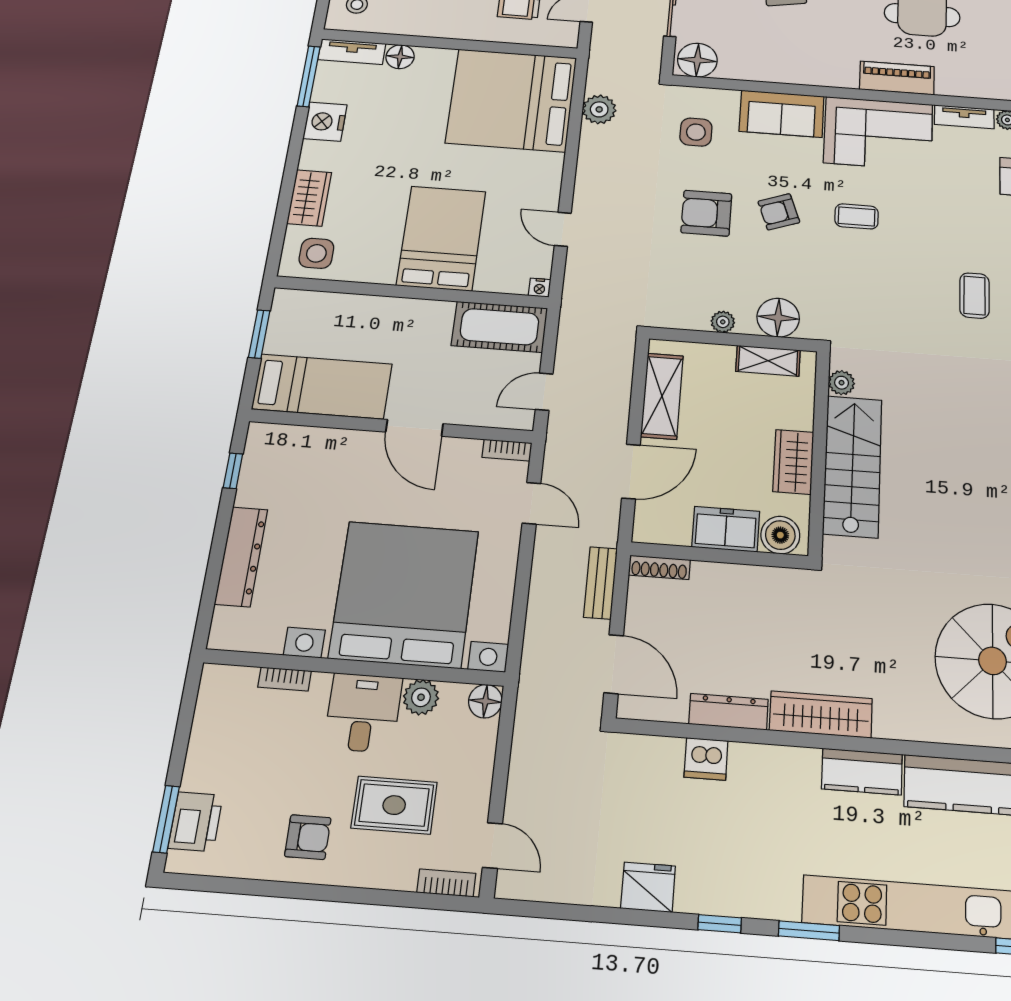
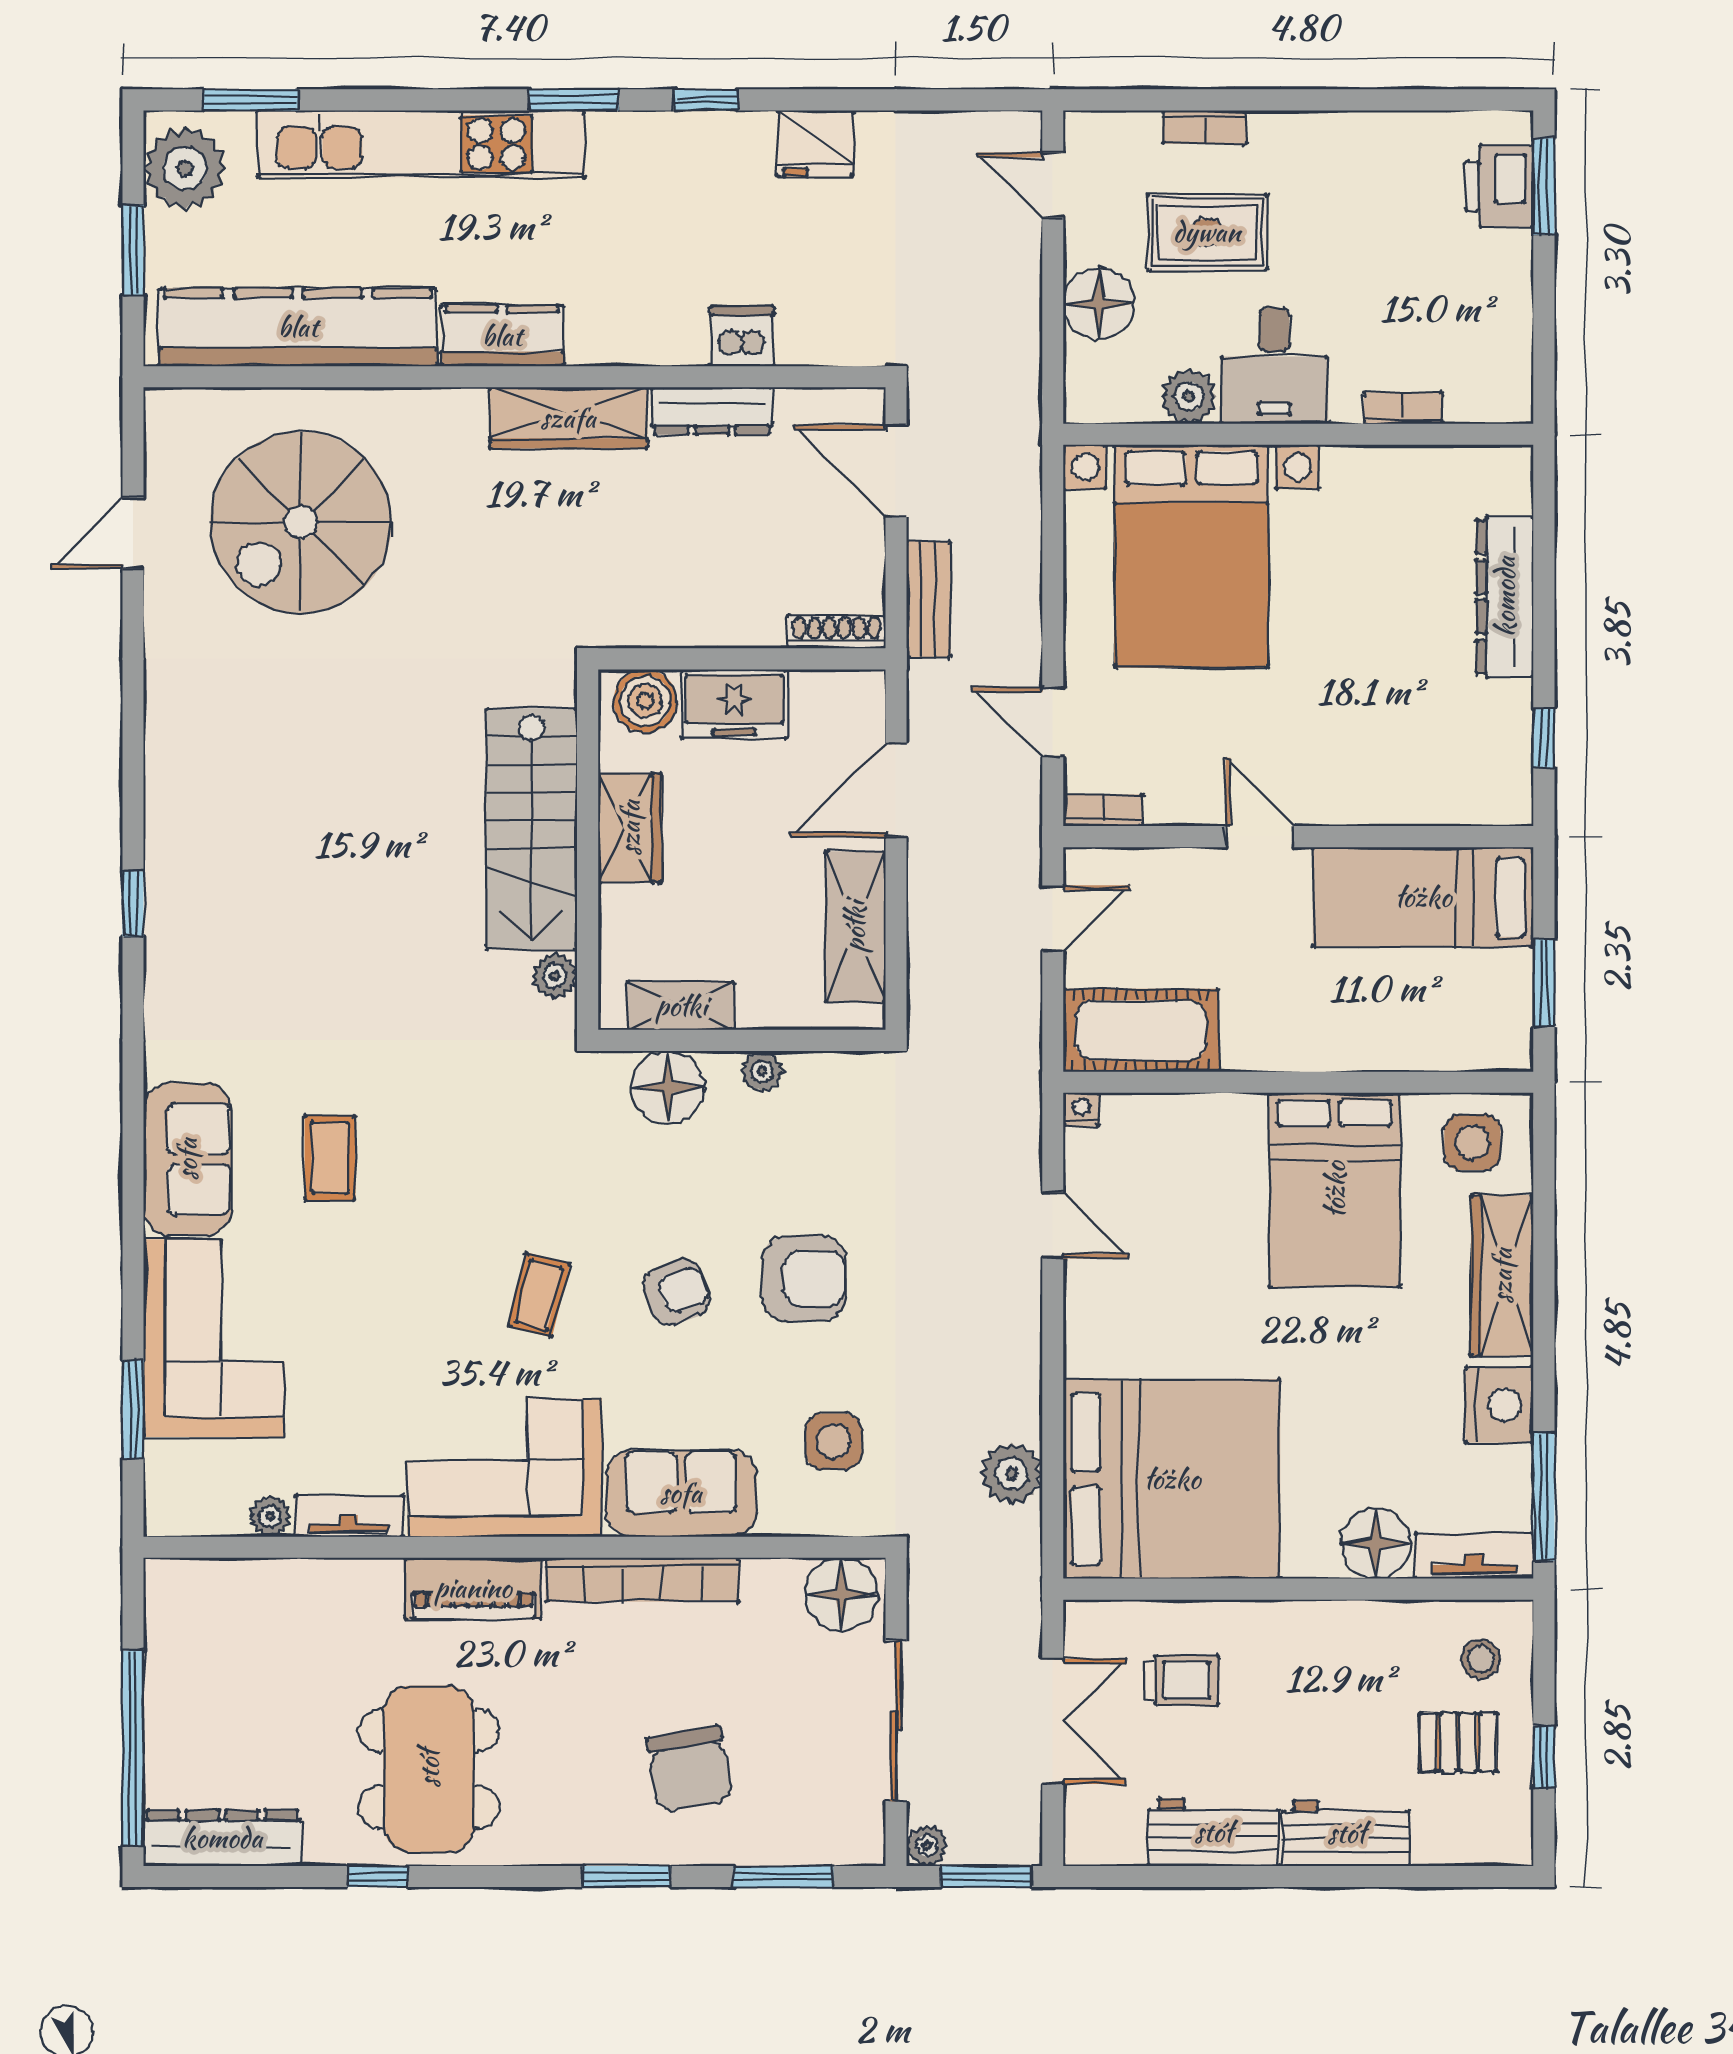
floor lamp: (400, 57) -> (1375, 1543), width x1.38, depth x1.38
bookcase: (805, 75) -> (642, 1580), added
wardrobe: (309, 198) -> (1502, 1276), width x1.50
coffee table: (857, 216) -> (539, 1295), turned -76
bed: (441, 238) -> (1335, 1190), moved
door: (414, 428) -> (1260, 837), width x0.73
bed with nightstands: (404, 594) -> (1191, 556), width x0.73
floor lamp: (485, 701) -> (1099, 304), moved, width x1.38, depth x1.38
armchair: (308, 837) -> (1329, 177), removed
bookcase: (446, 883) -> (1204, 127), moved

